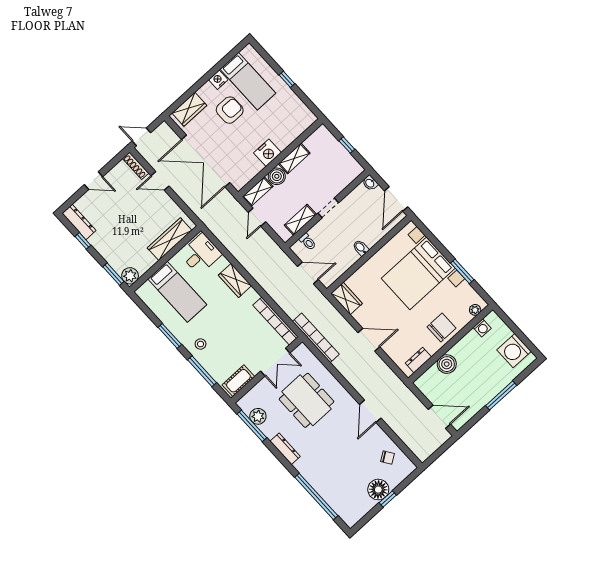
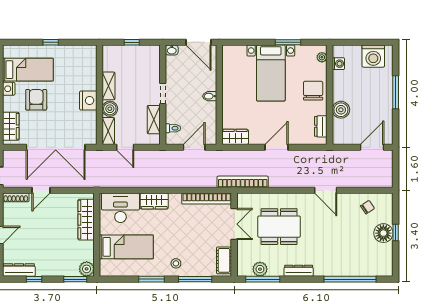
desk: (201, 254) -> (120, 208), width x1.37
bed with nightstands: (418, 273) -> (271, 73), width x0.73

